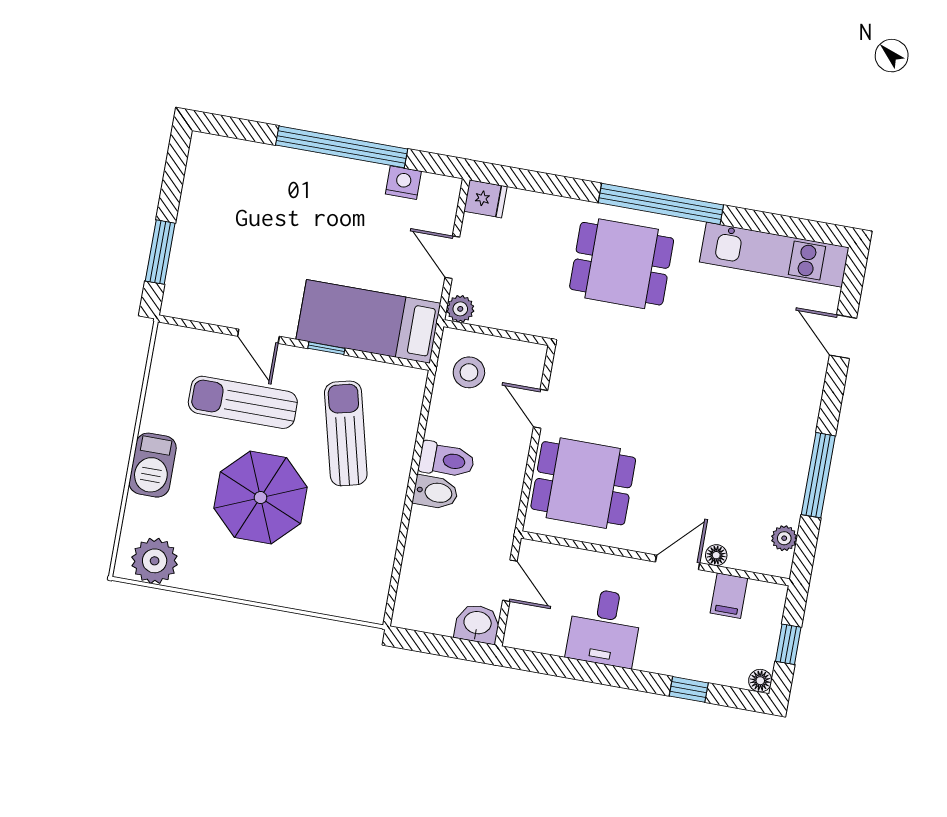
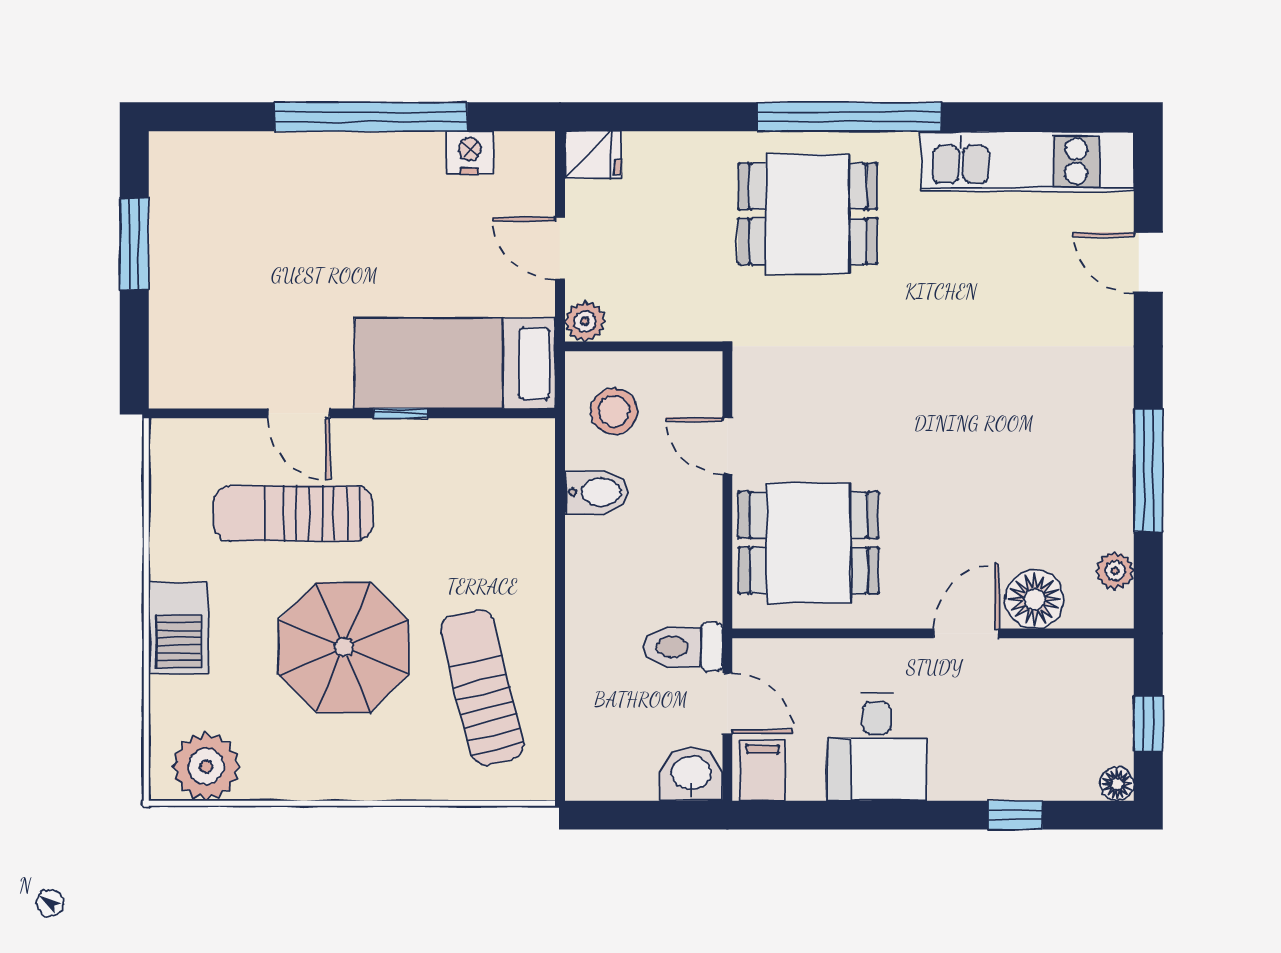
window: (160, 252) -> (134, 244), moved
sun lounger: (346, 433) -> (482, 688), moved
toilet: (447, 460) -> (683, 647), moved, turned 180
bidet: (435, 492) -> (596, 492), moved
floor lamp: (716, 555) -> (1035, 599), width x1.89, depth x1.89
filing cabinet: (729, 596) -> (763, 771), moved, turned 180

